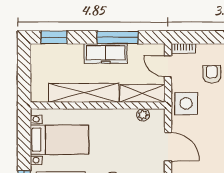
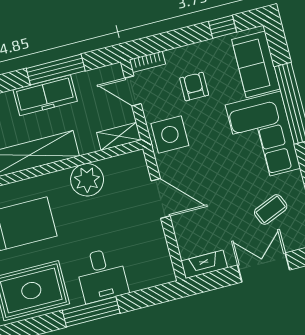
shelving: (142, 93) -> (119, 136), width x0.67, depth x0.75
plant: (143, 115) -> (87, 180), moved, width x1.88, depth x1.88

